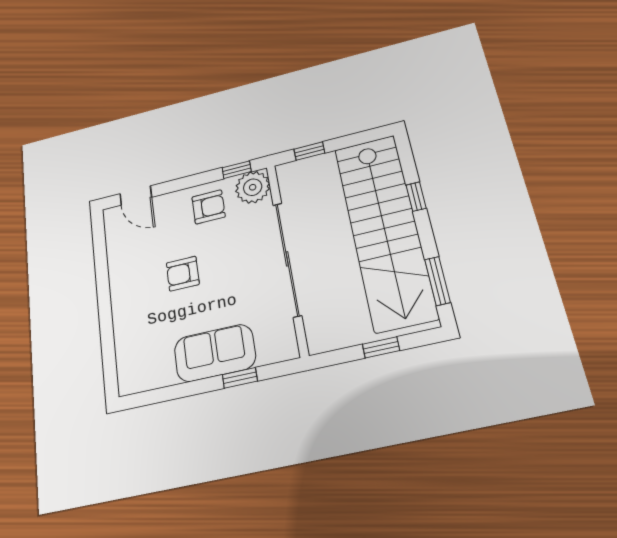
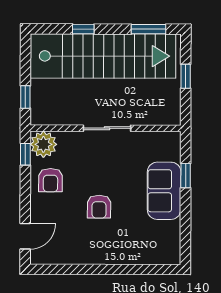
armchair: (209, 207) -> (50, 180), turned 180
sliding door: (287, 259) -> (107, 128), width x0.54

